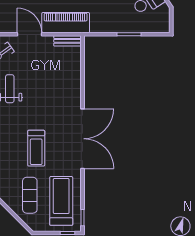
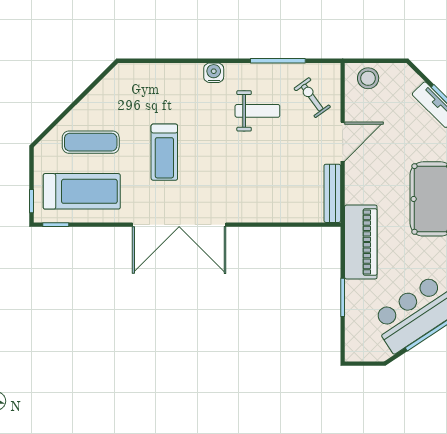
piano: (66, 23) -> (361, 242), moved
bench: (67, 41) -> (332, 193), width x1.36
treadmill: (36, 148) -> (164, 152), turned -90

